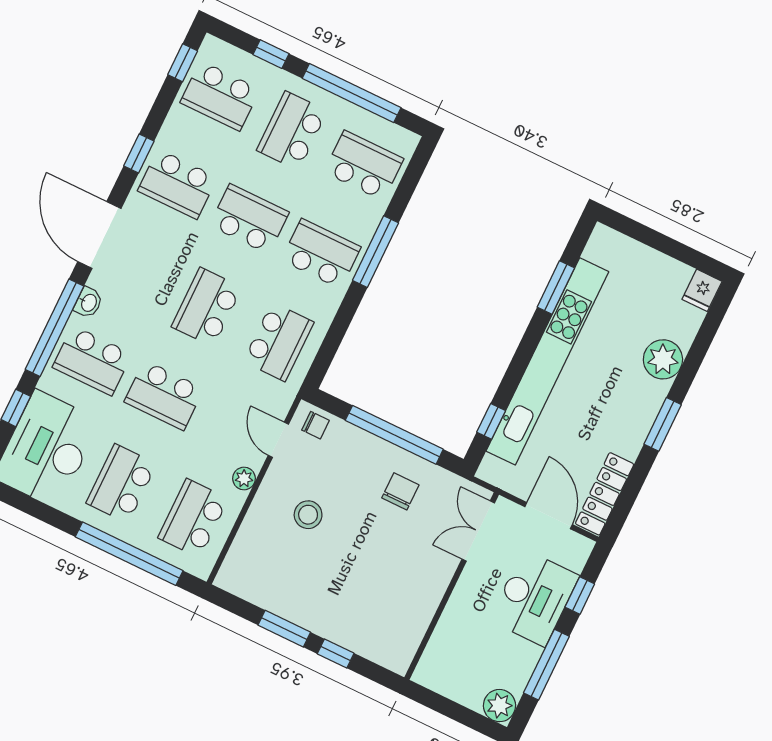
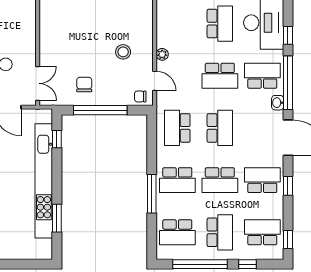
school desk: (164, 395) -> (220, 76), turned 180
chair: (400, 491) -> (84, 84), turned 180
school desk: (193, 518) -> (177, 24), removed

